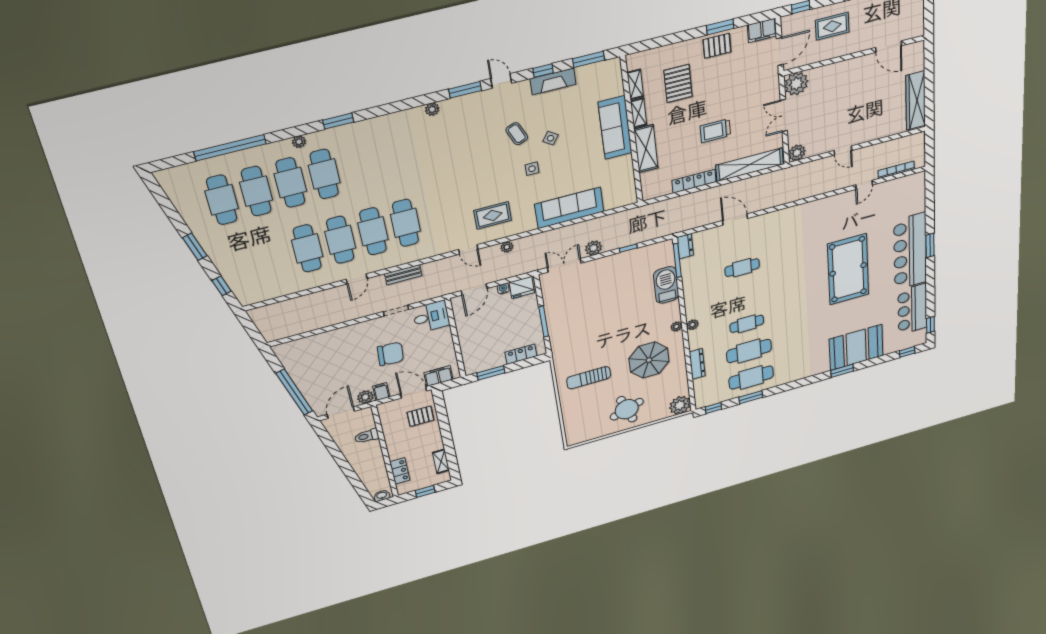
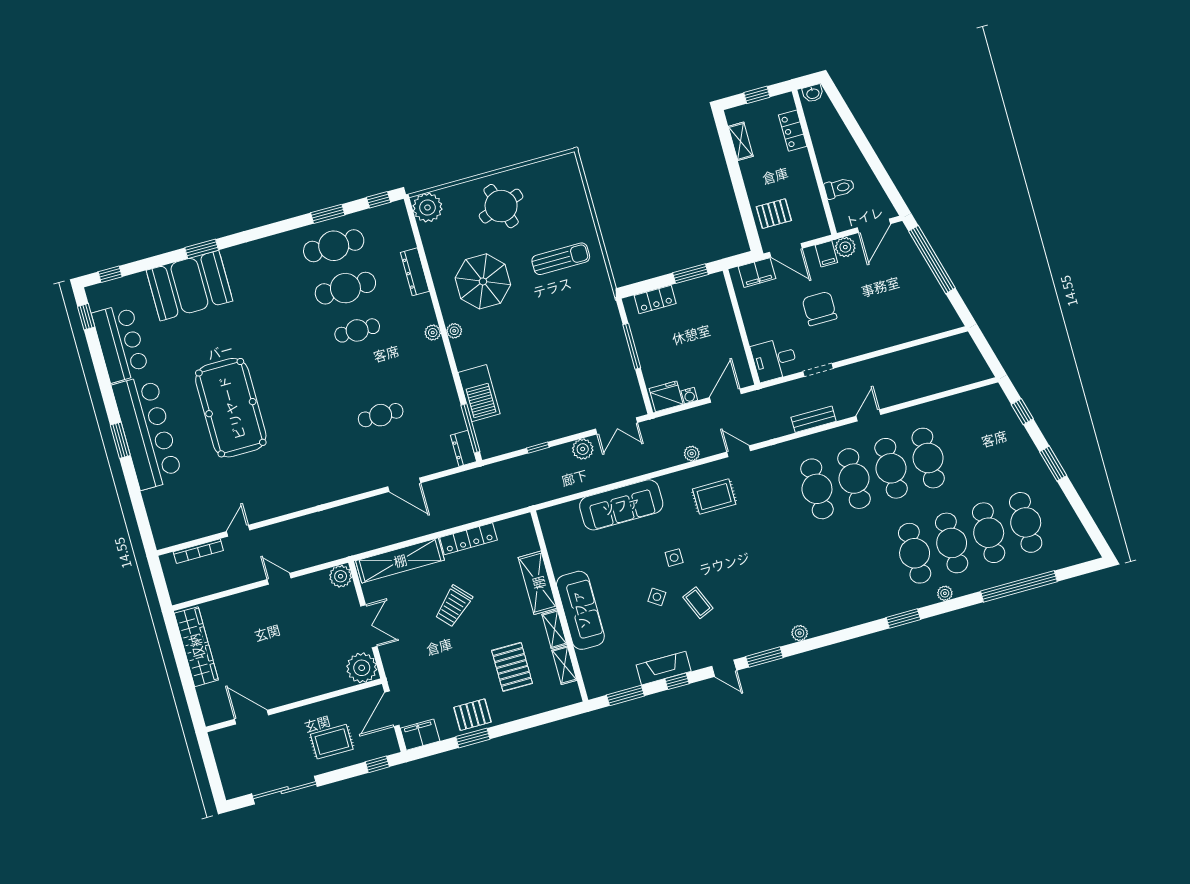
trolley: (715, 131) -> (454, 606), turned 137
chair: (390, 354) -> (819, 309), turned 86

